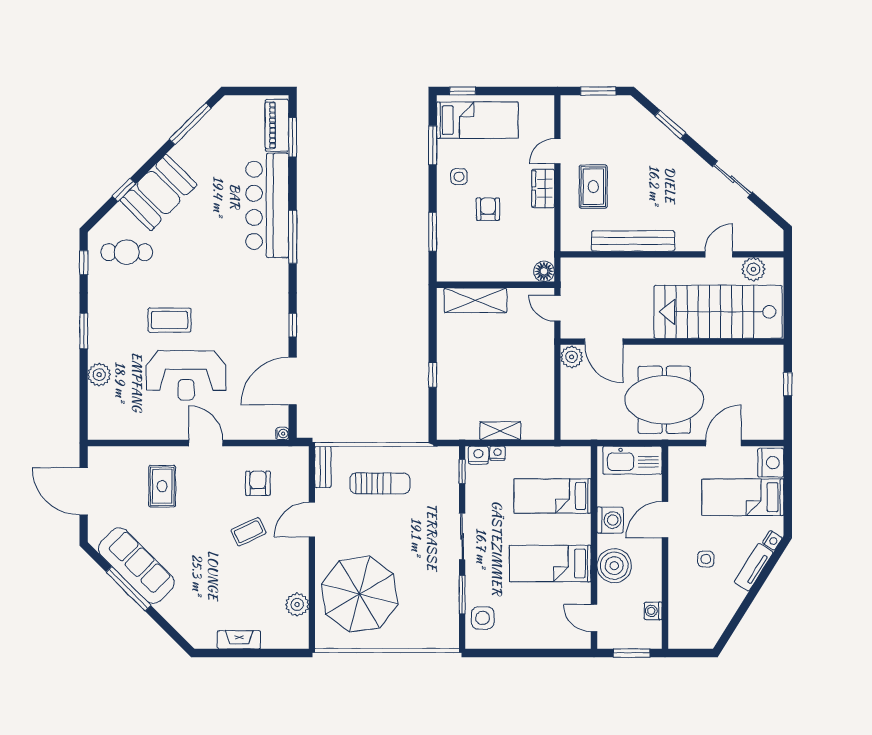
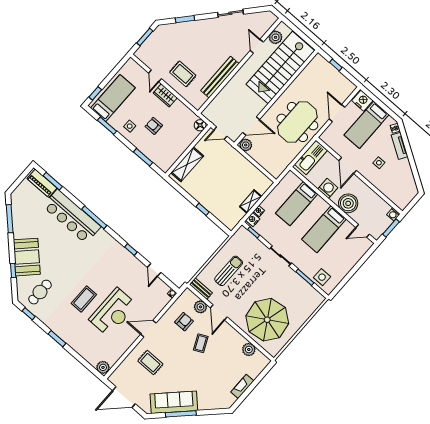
plant: (99, 375) -> (103, 367), moved
door: (293, 381) -> (154, 270), width x0.53
armchair: (258, 483) -> (184, 322), turned 90
plant: (298, 488) -> (200, 307), added
washing machine: (653, 611) -> (393, 214), moved

